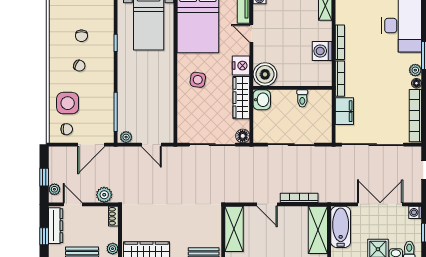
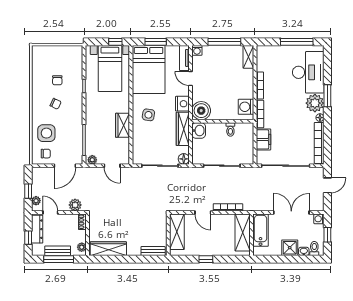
washing machine: (322, 51) -> (246, 107), moved
plant: (415, 70) -> (315, 103), width x1.88, depth x1.88
wardrobe: (165, 93) -> (122, 125), added

